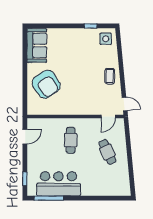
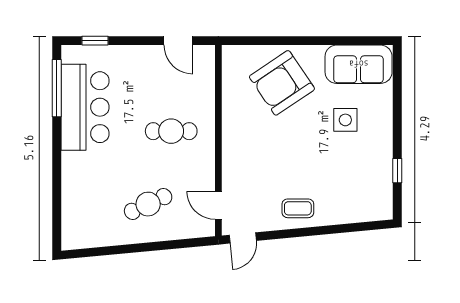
side table: (106, 39) -> (345, 120), moved

